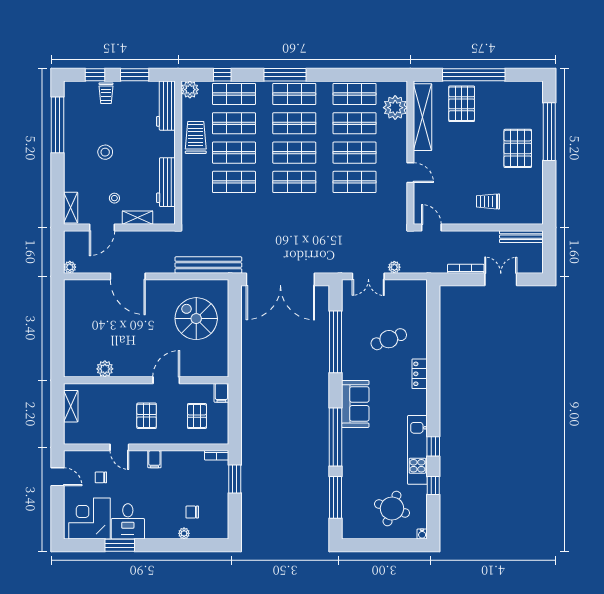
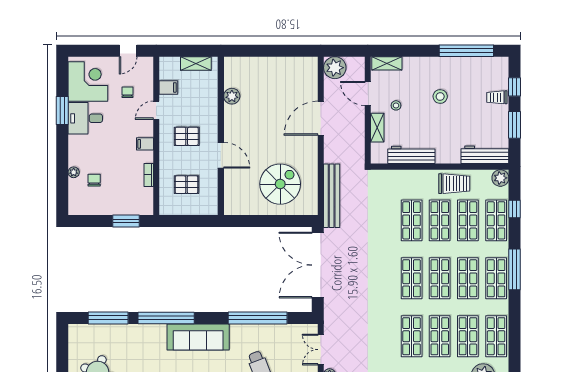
plant: (70, 267) -> (335, 68), width x1.87, depth x1.87
filing cabinet: (221, 393) -> (168, 87), moved, turned 180
sofa: (355, 404) -> (198, 337), width x1.36
bookcase: (217, 455) -> (149, 175), moved

